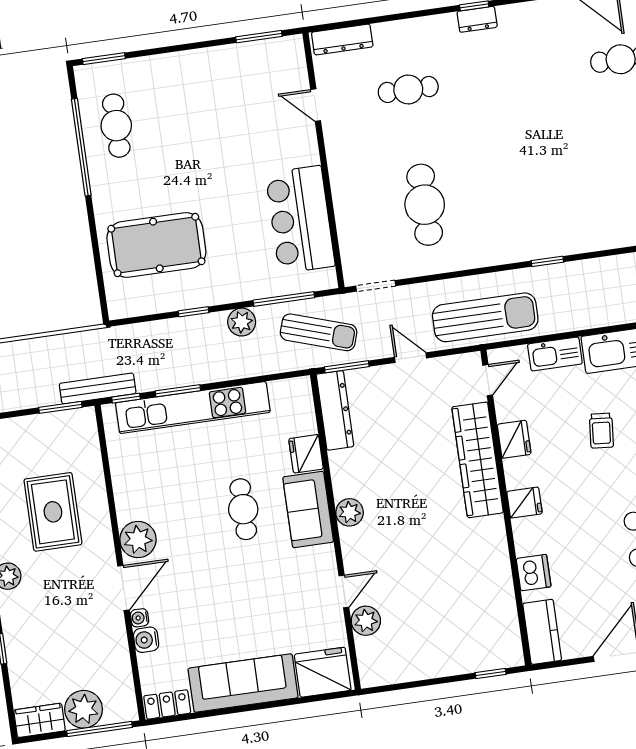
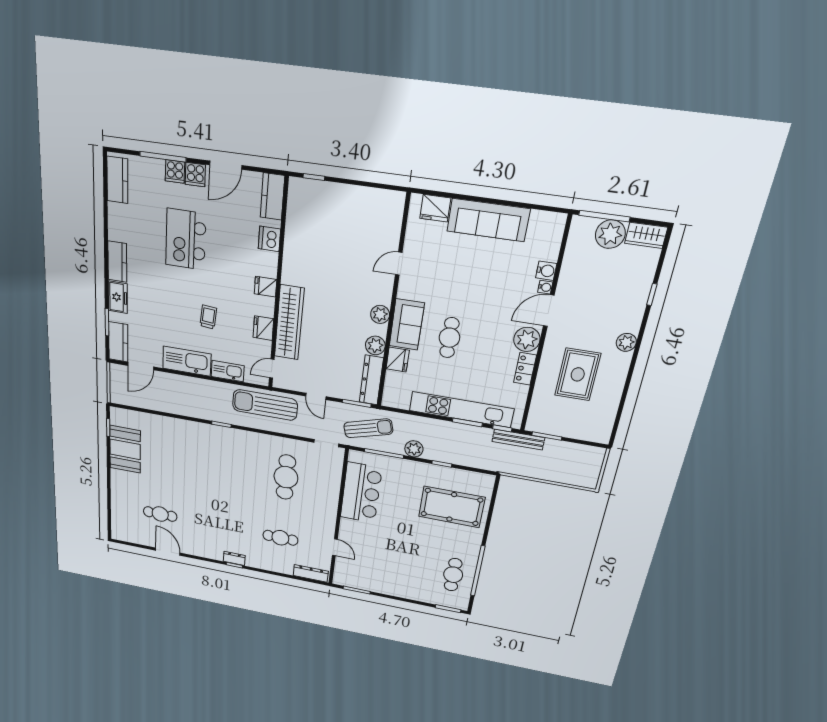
sun lounger: (319, 332) -> (368, 428), turned 146
plant: (366, 621) -> (375, 345), moved
fridge: (323, 672) -> (435, 208), width x0.73, depth x0.75
locker: (167, 704) -> (525, 369), moved, turned 90

